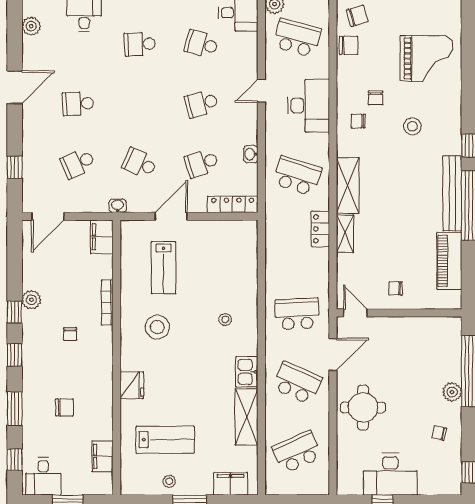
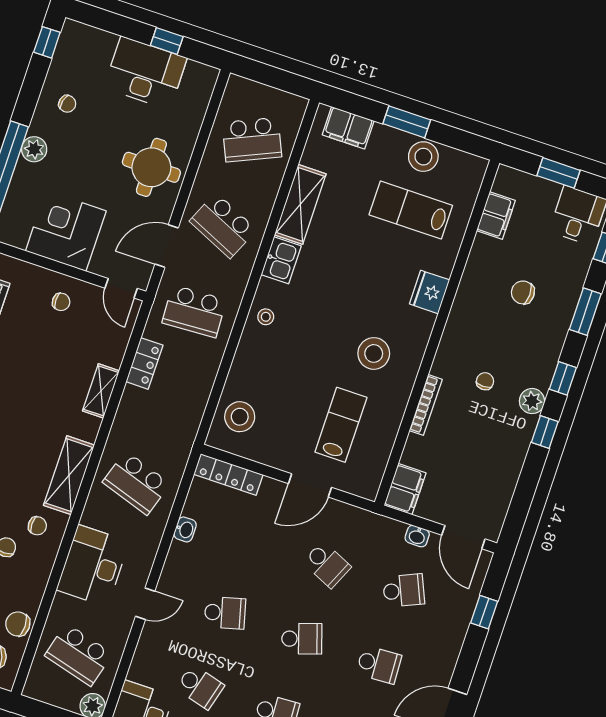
school desk: (202, 163) -> (302, 639), moved
shelving: (348, 185) -> (69, 475), moved
washbasin: (118, 206) -> (417, 536), moved
door: (48, 216) -> (463, 537), swing flipped
locker: (320, 229) -> (144, 363), moved
stool: (239, 249) -> (240, 417), added
plant: (31, 300) -> (532, 401), moved
stool: (225, 319) -> (266, 317), moved
corner desk: (409, 341) -> (66, 231), added
stool: (169, 481) -> (423, 157), width x1.89, depth x1.89

